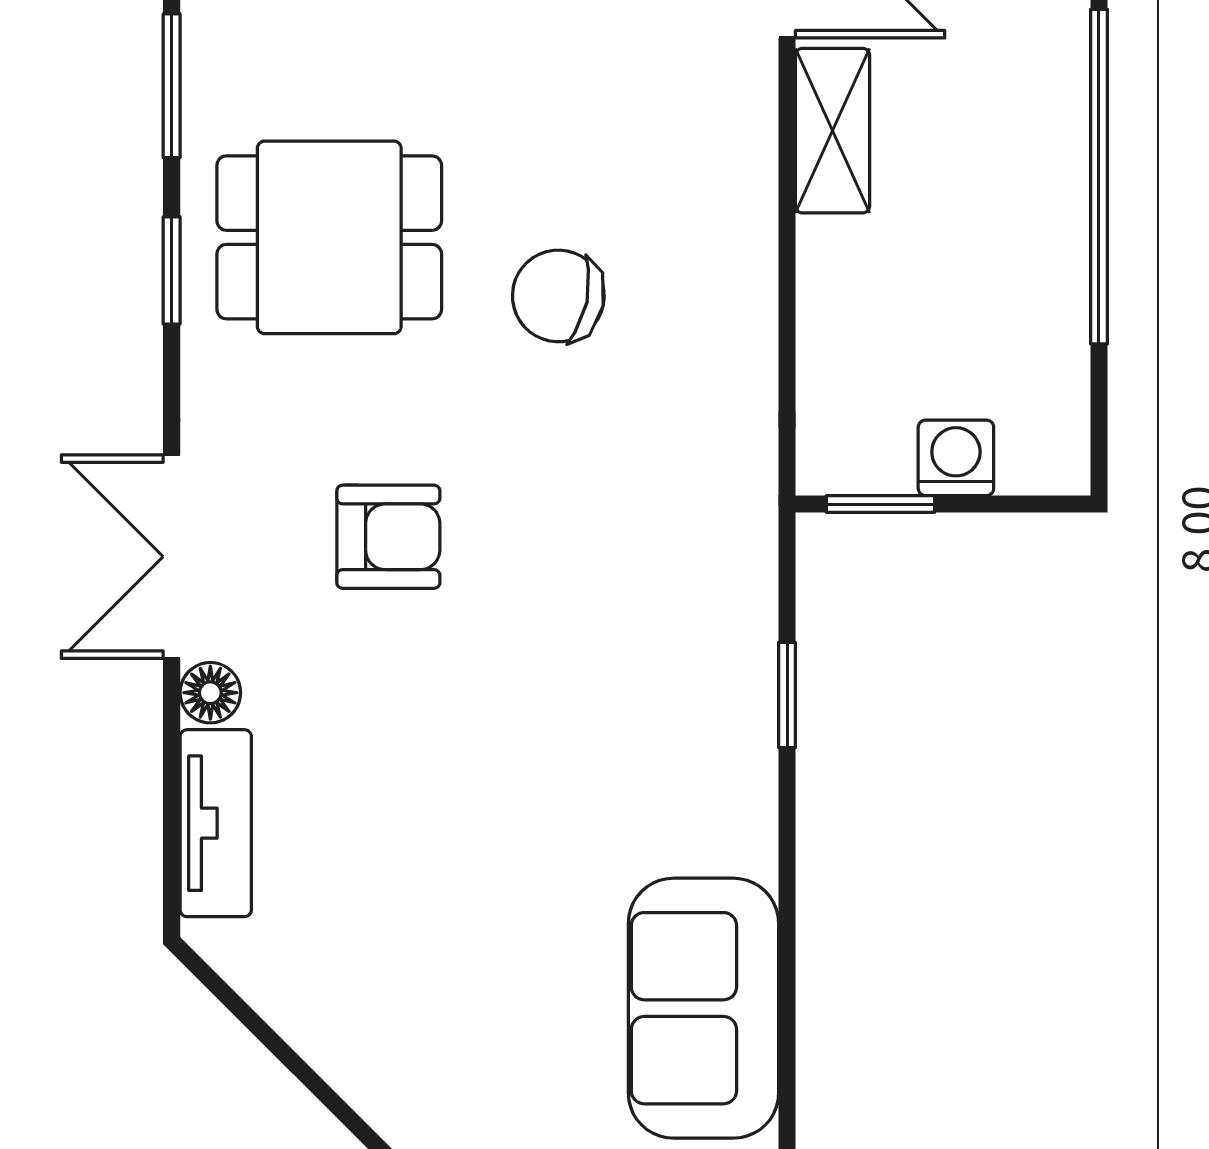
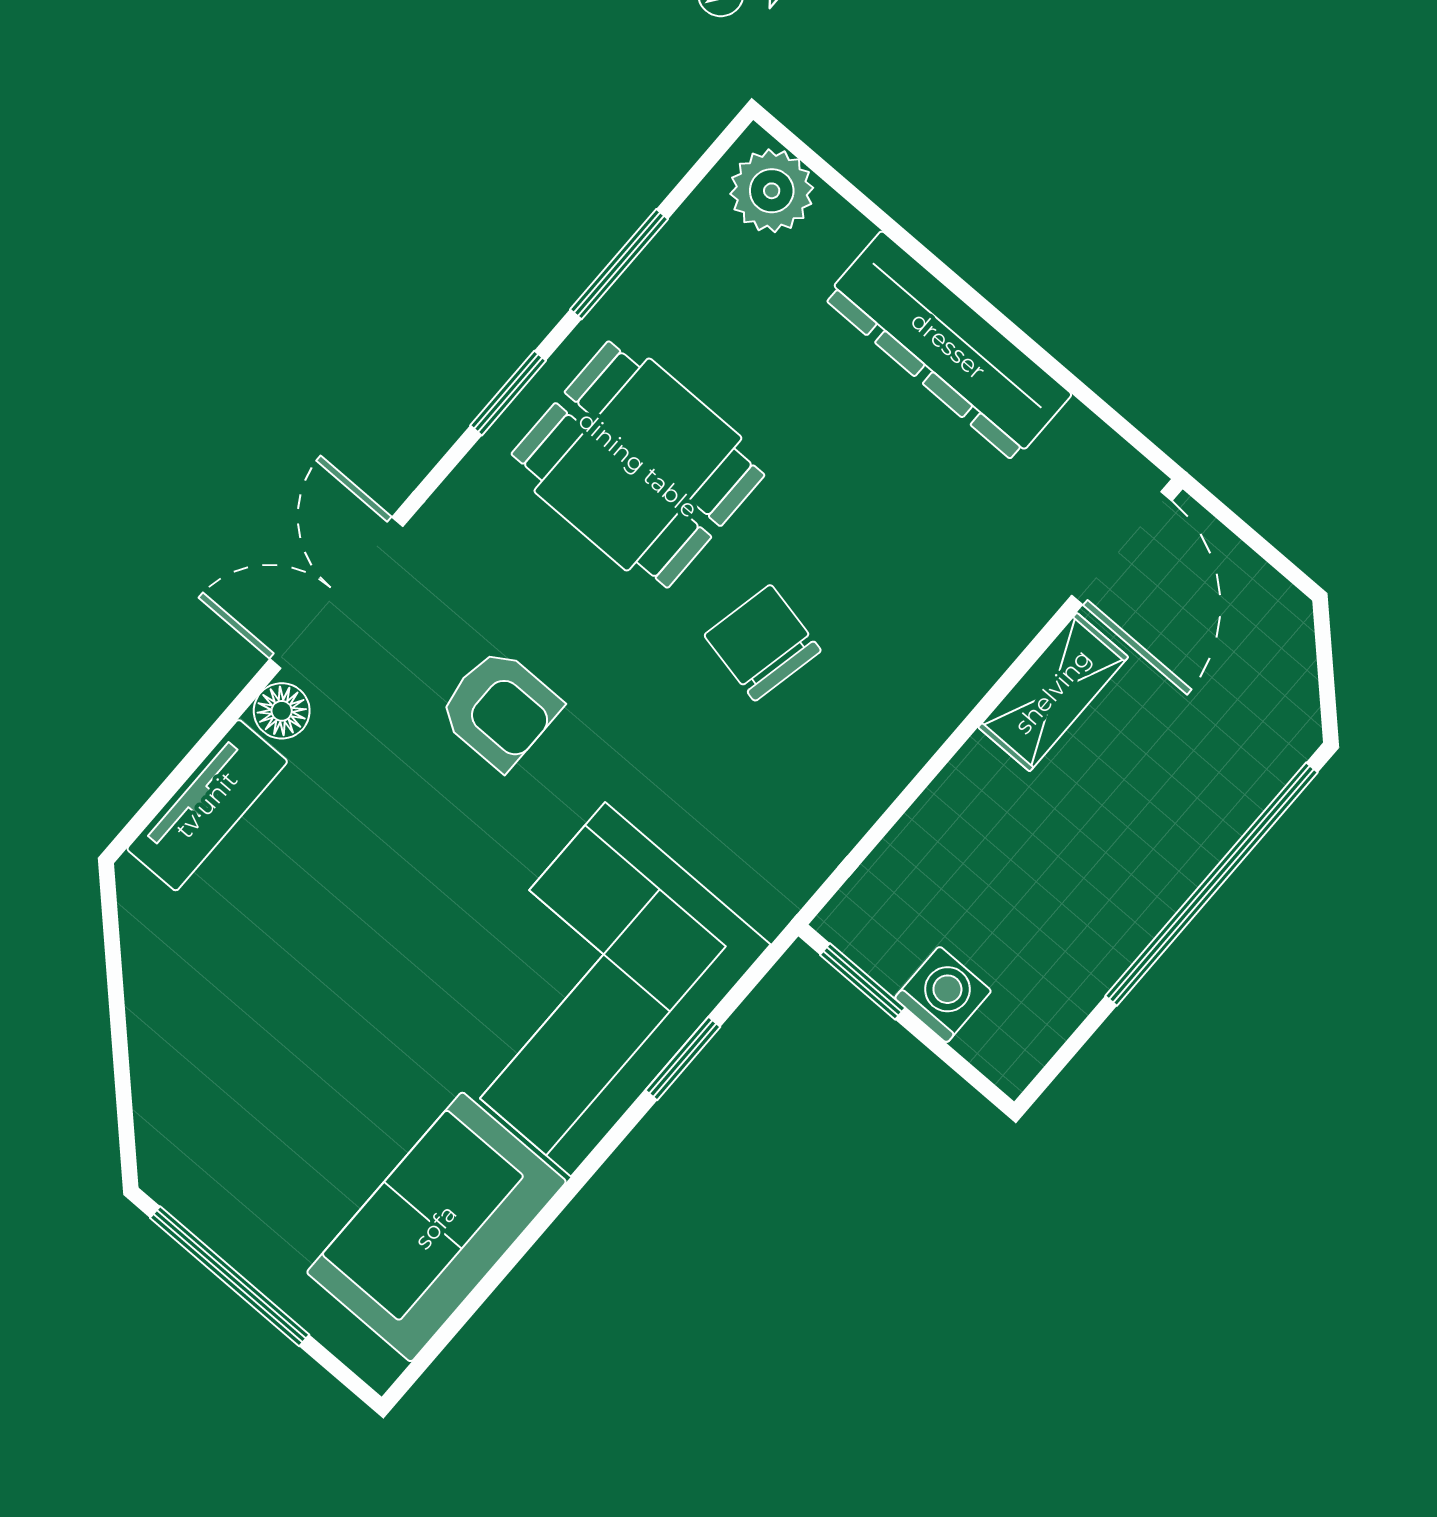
corner sofa: (660, 705) -> (588, 989), added

